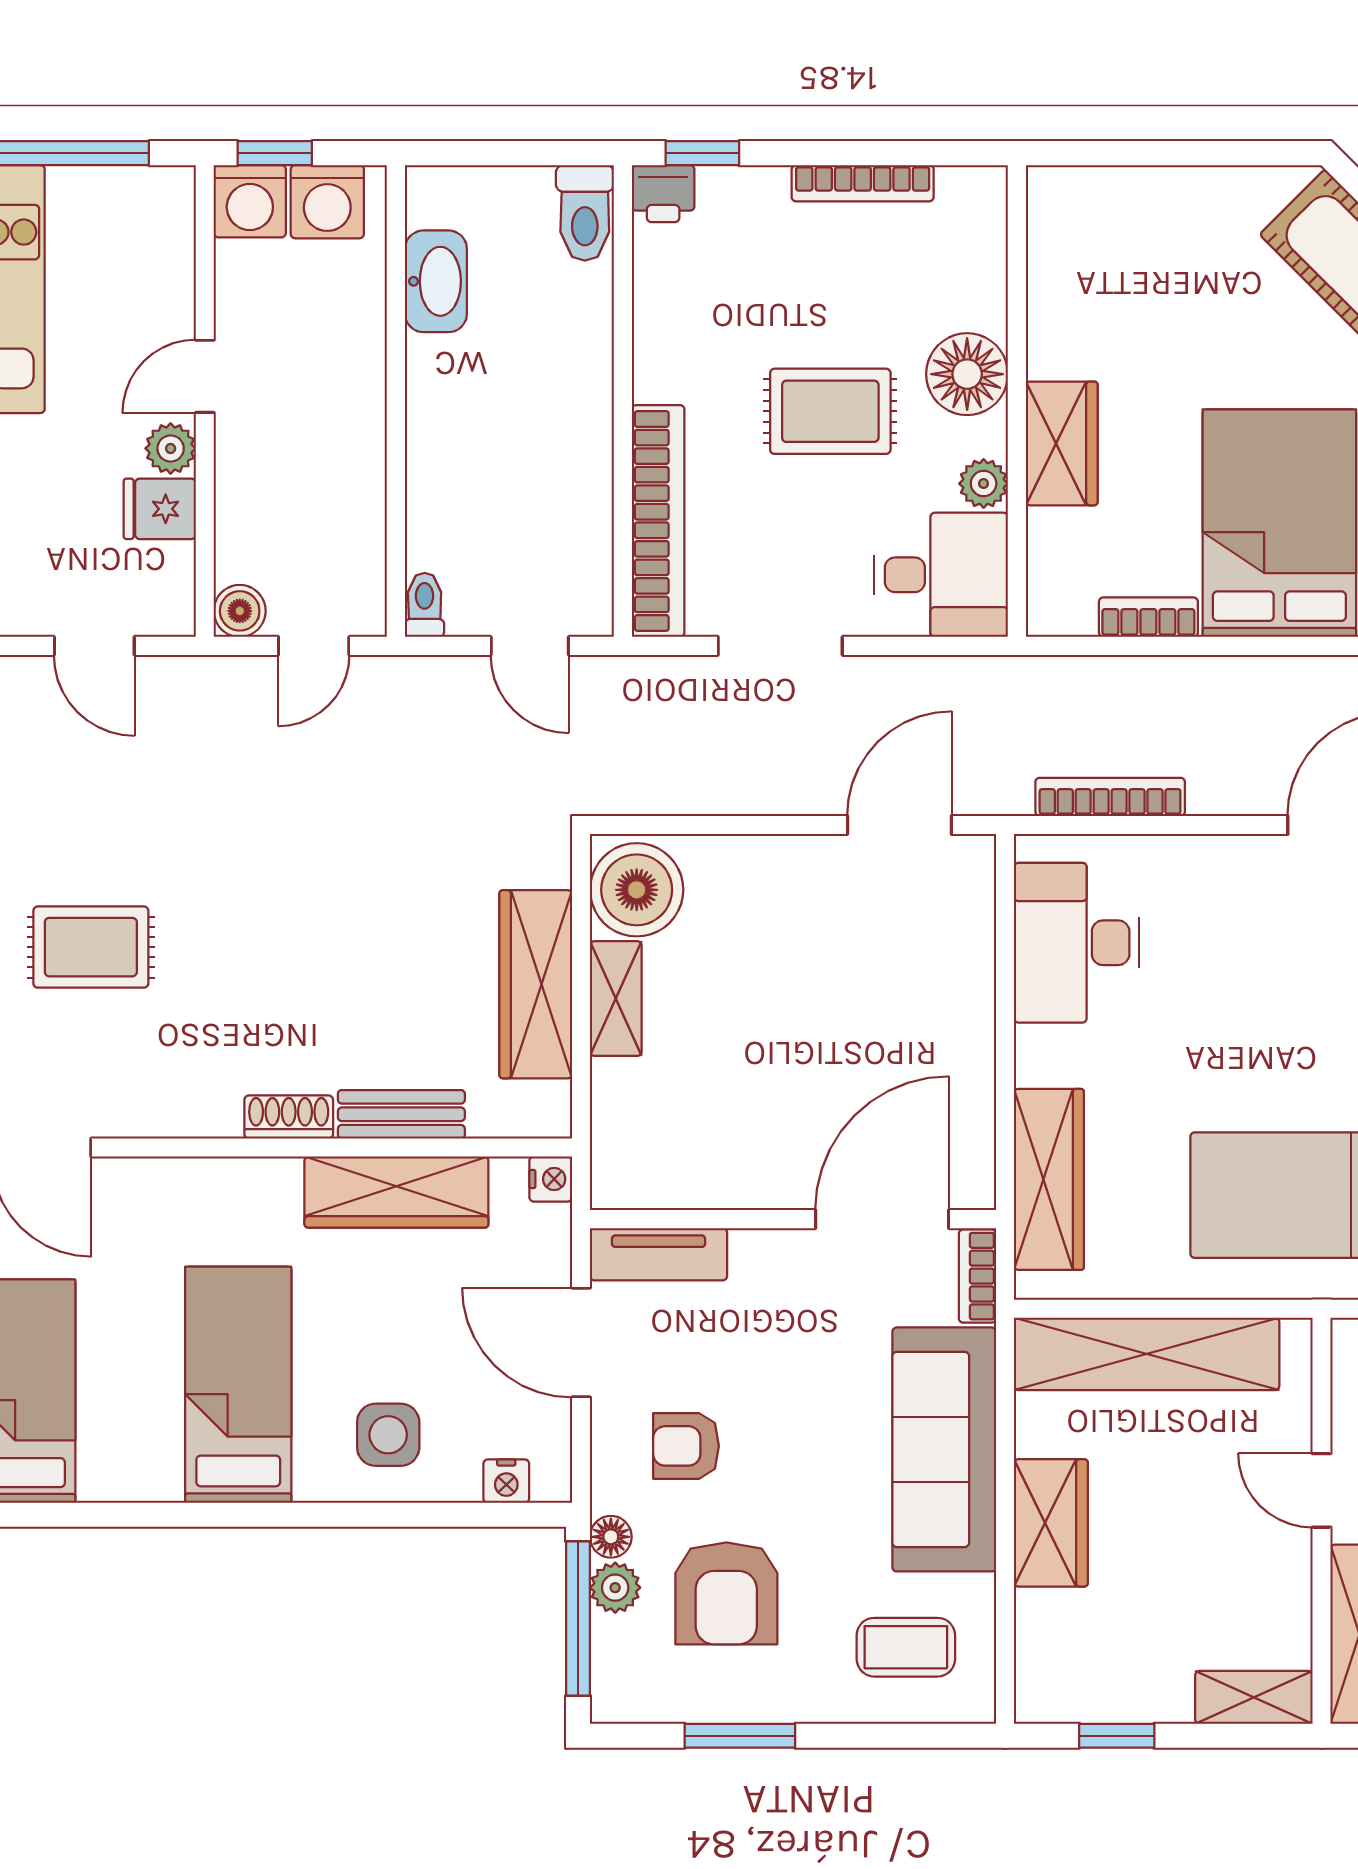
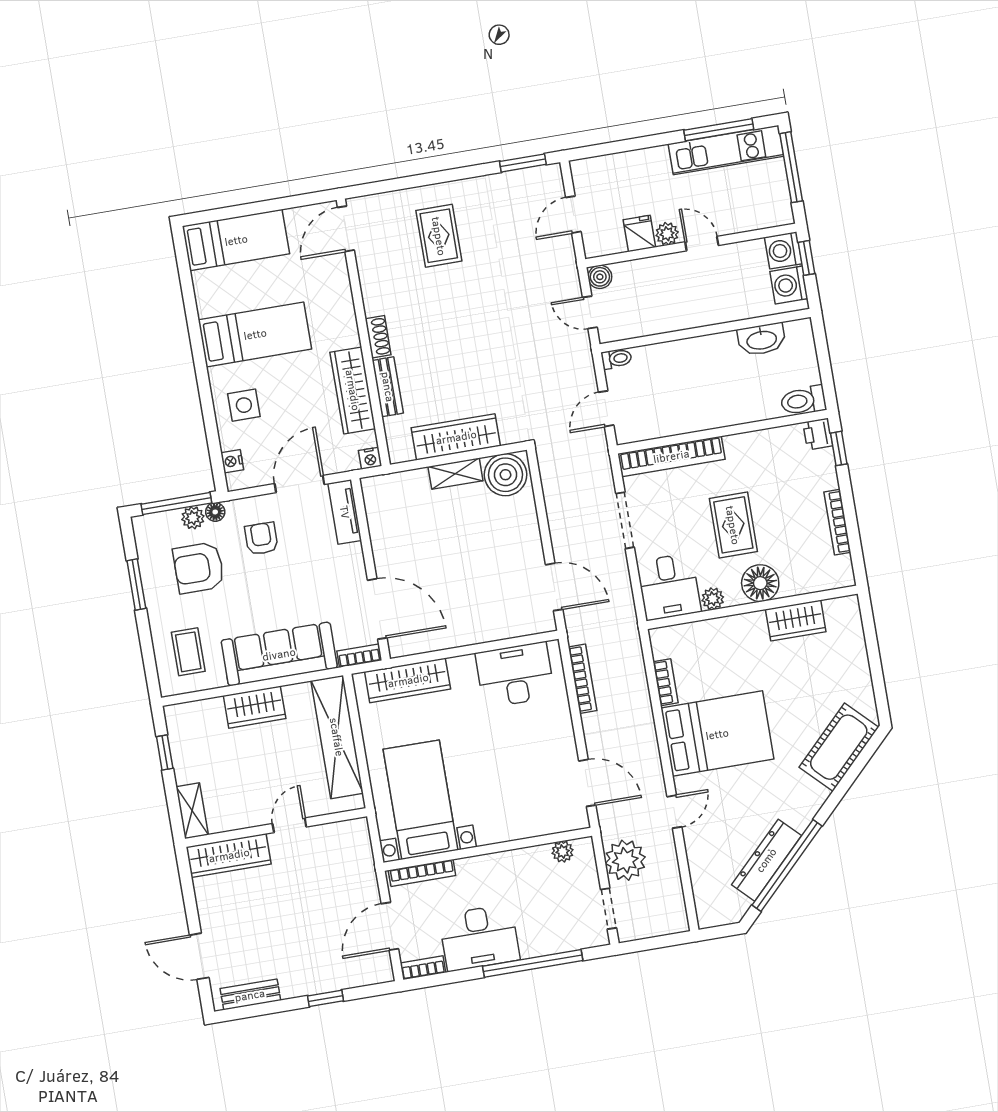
wardrobe: (1062, 443) -> (796, 621), moved

